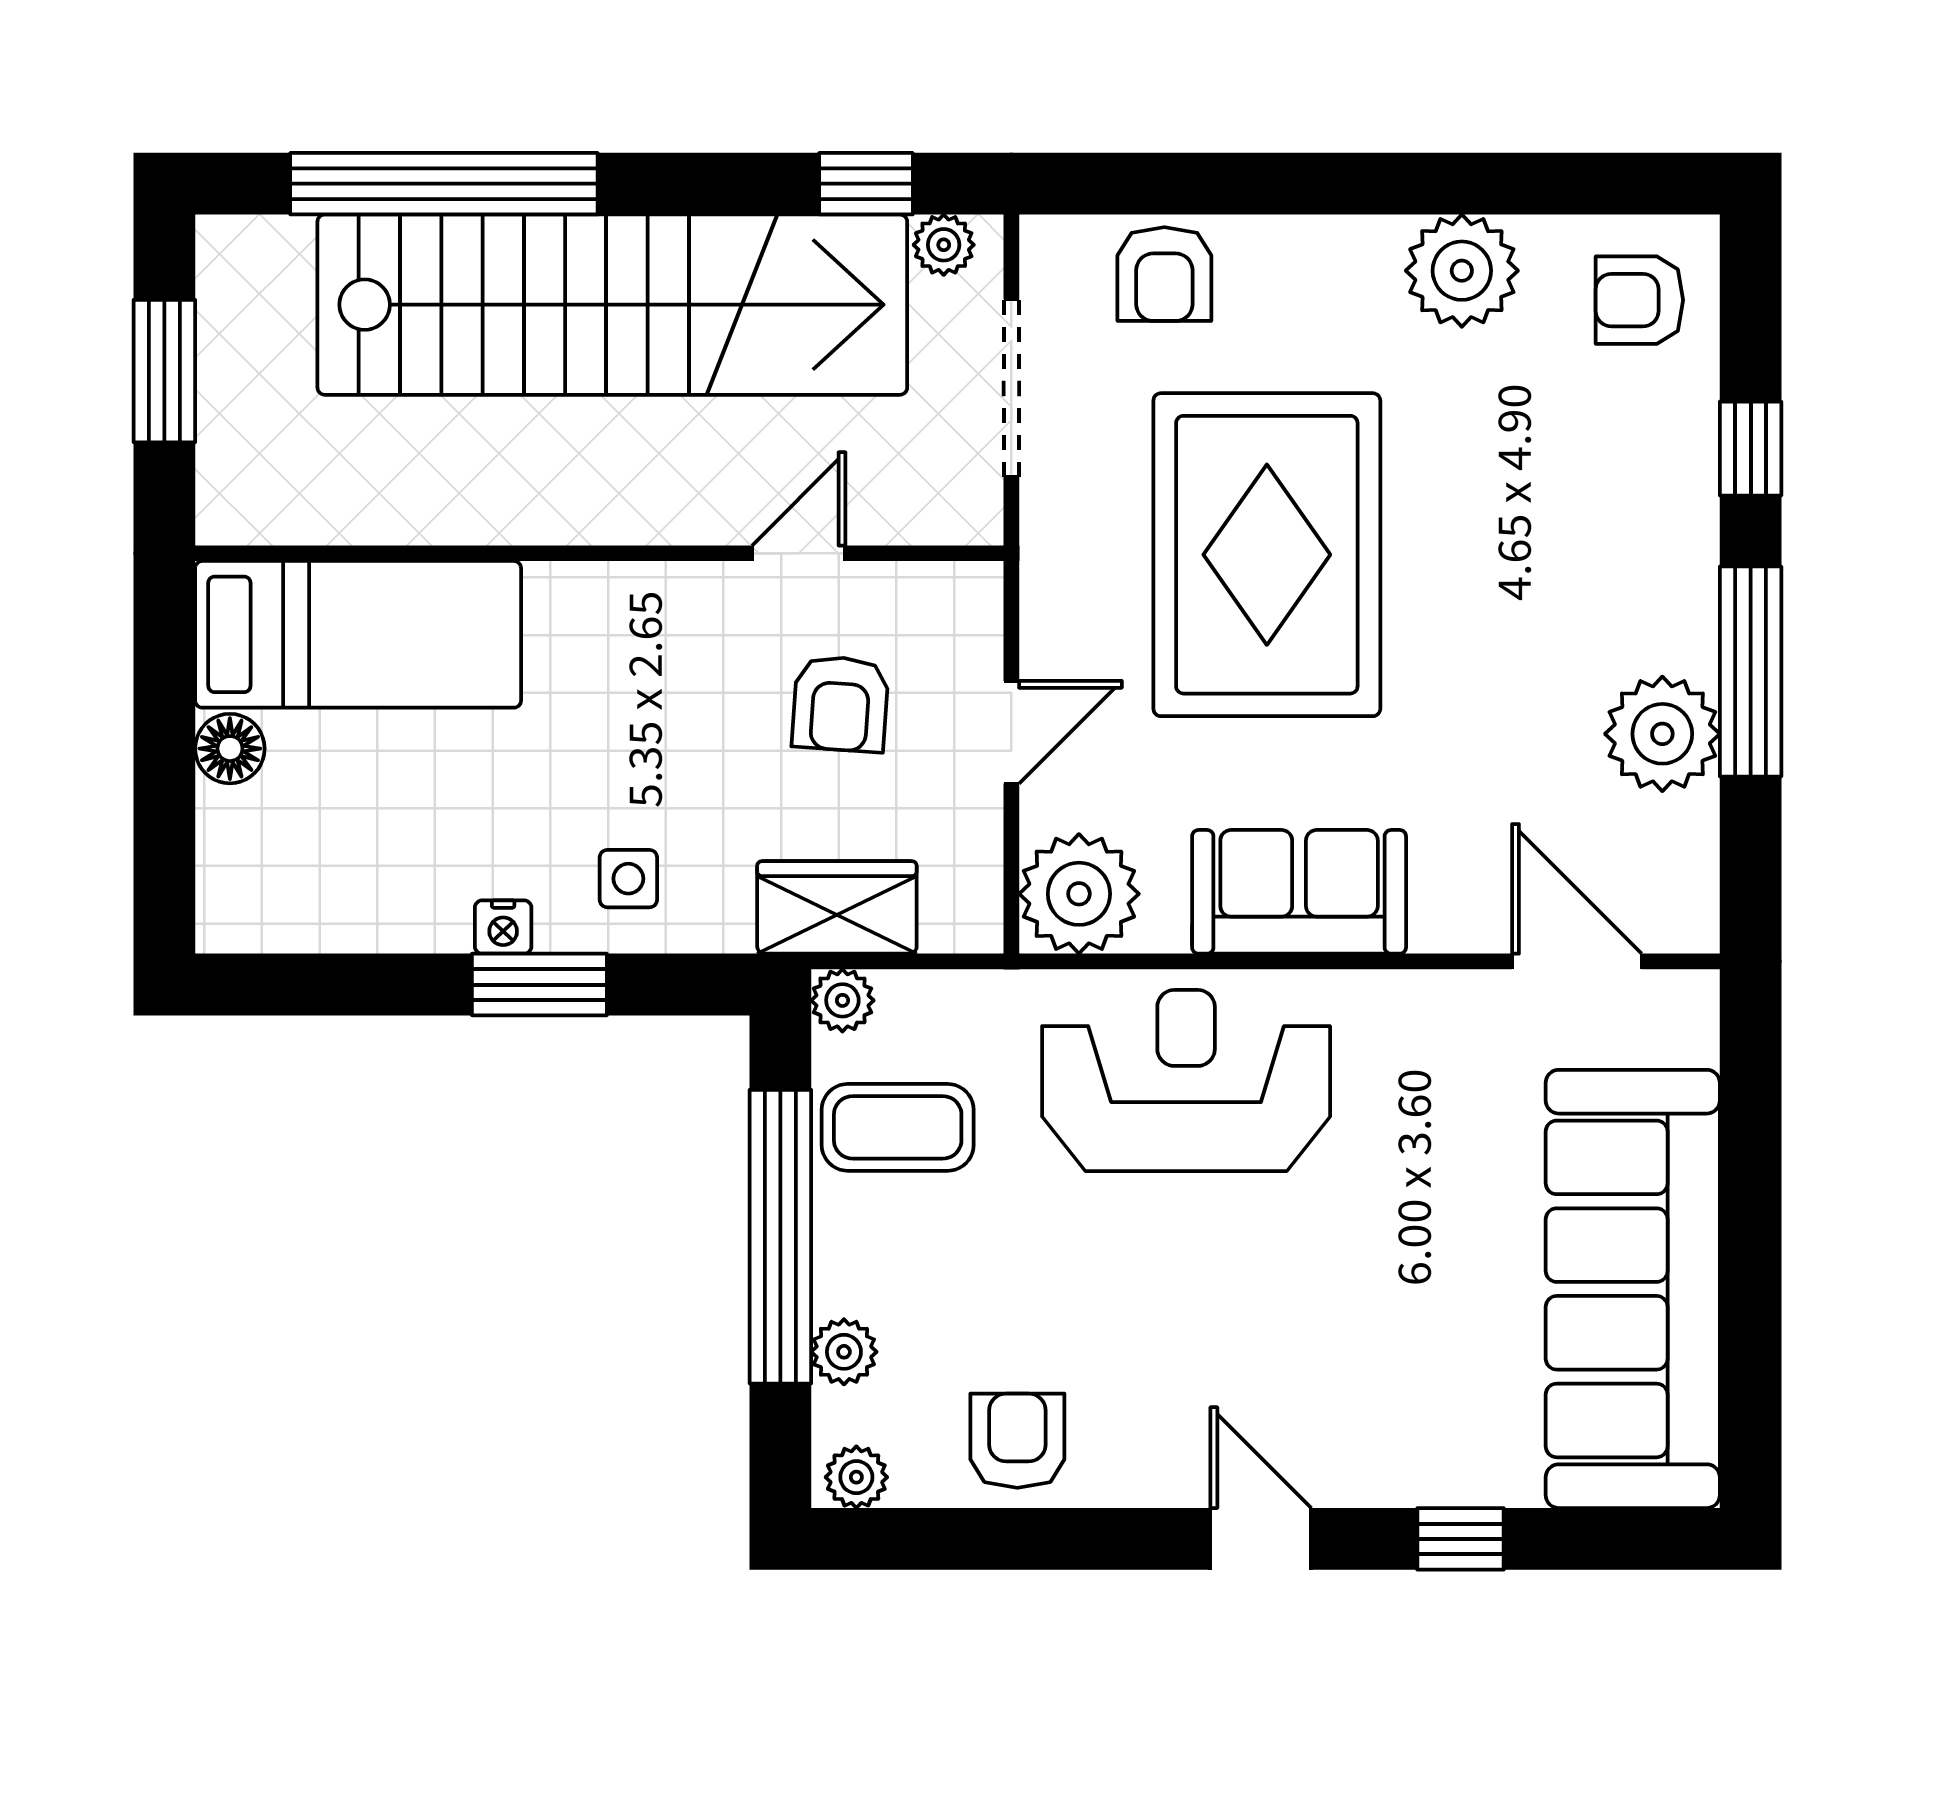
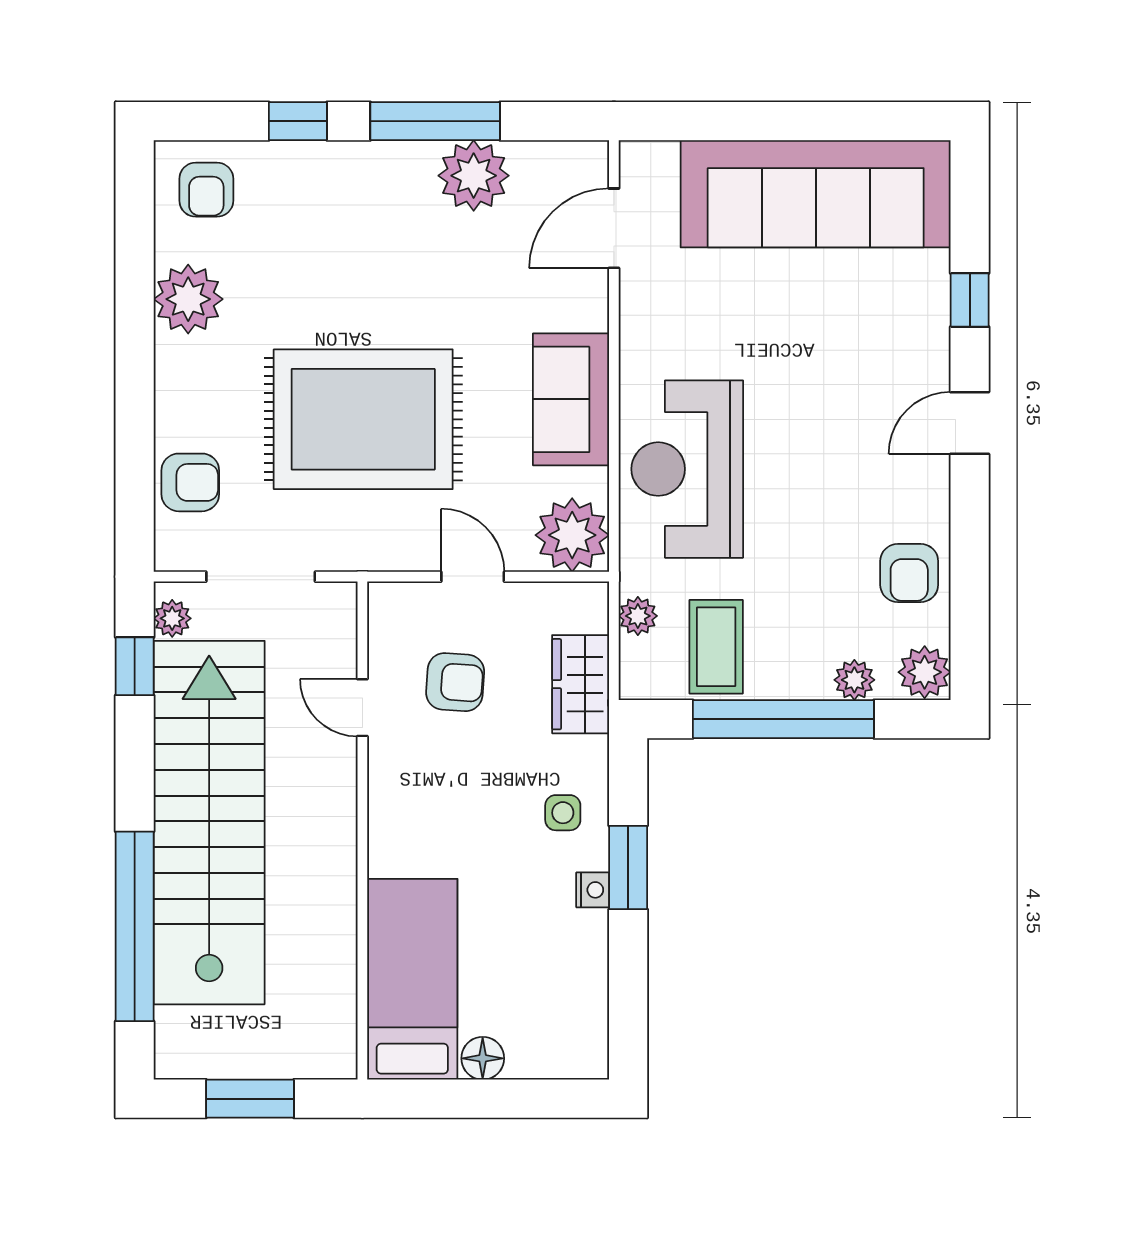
plant: (842, 1000) -> (638, 616), moved
armchair: (1017, 1441) -> (909, 573), turned -90
plant: (856, 1477) -> (925, 672), width x1.38, depth x1.38

